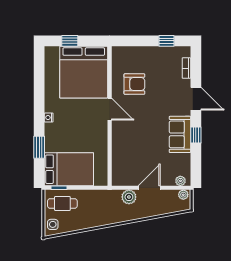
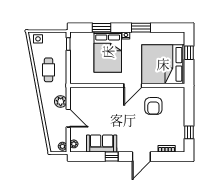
window: (39, 99) -> (141, 28), added
sofa: (180, 134) -> (102, 143), moved
bed: (69, 169) -> (108, 52), moved
cafe table: (62, 204) -> (48, 70), moved

